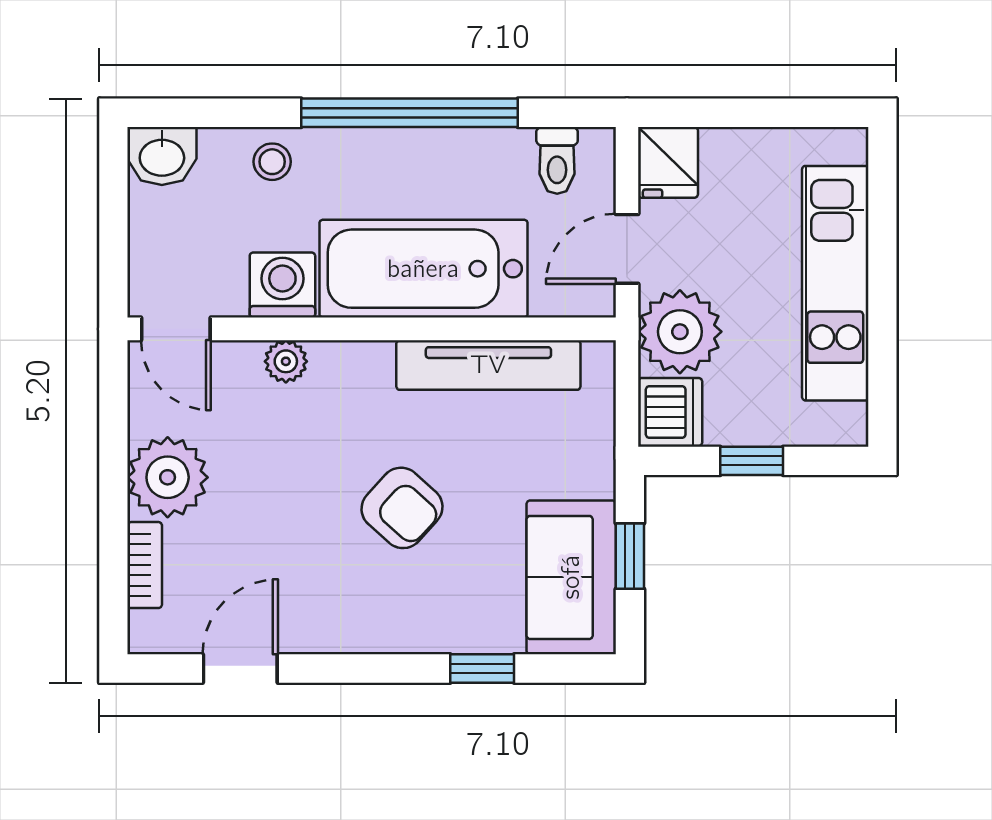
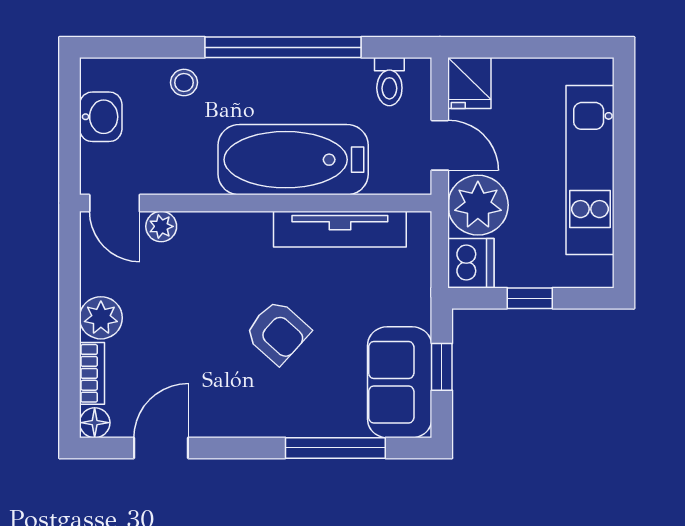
washbasin: (162, 156) -> (101, 117), moved, turned -90
door: (627, 249) -> (440, 145), swing flipped
washing machine: (282, 285) -> (191, 171), removed
plant: (286, 361) -> (161, 226), moved
plant: (168, 477) -> (101, 318), width x0.73, depth x0.73
floor lamp: (148, 634) -> (95, 423), added
window: (482, 668) -> (335, 448), width x2.17

